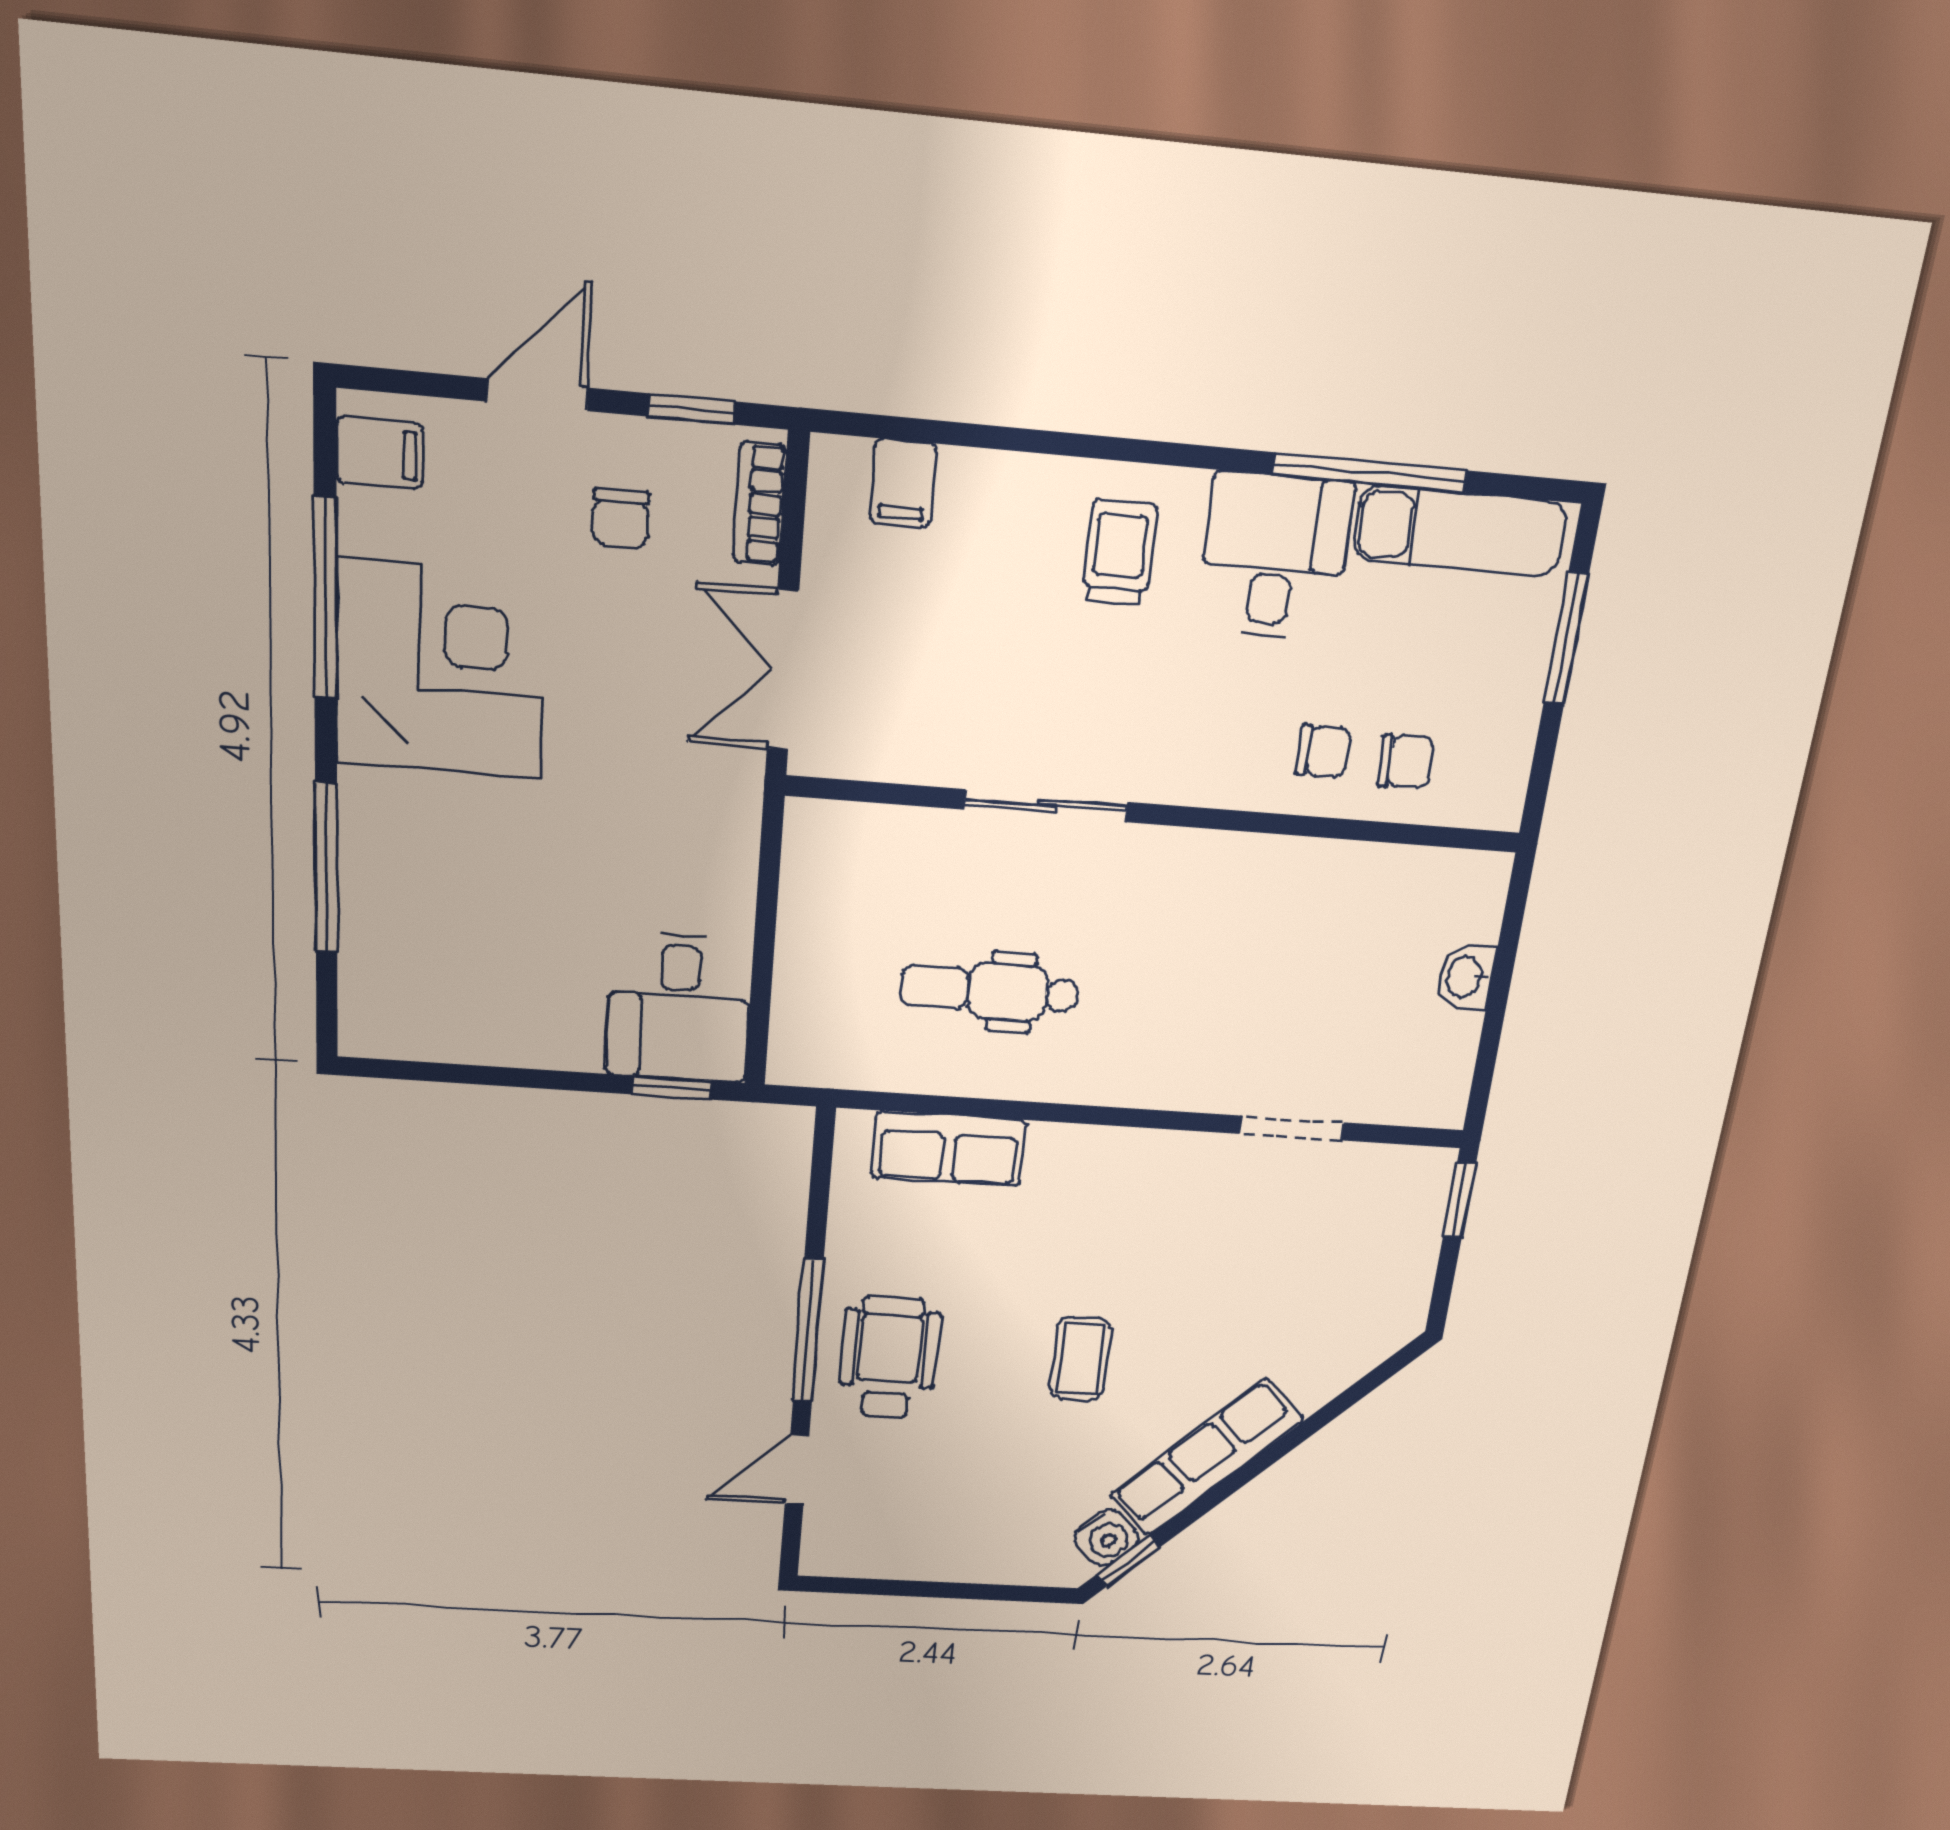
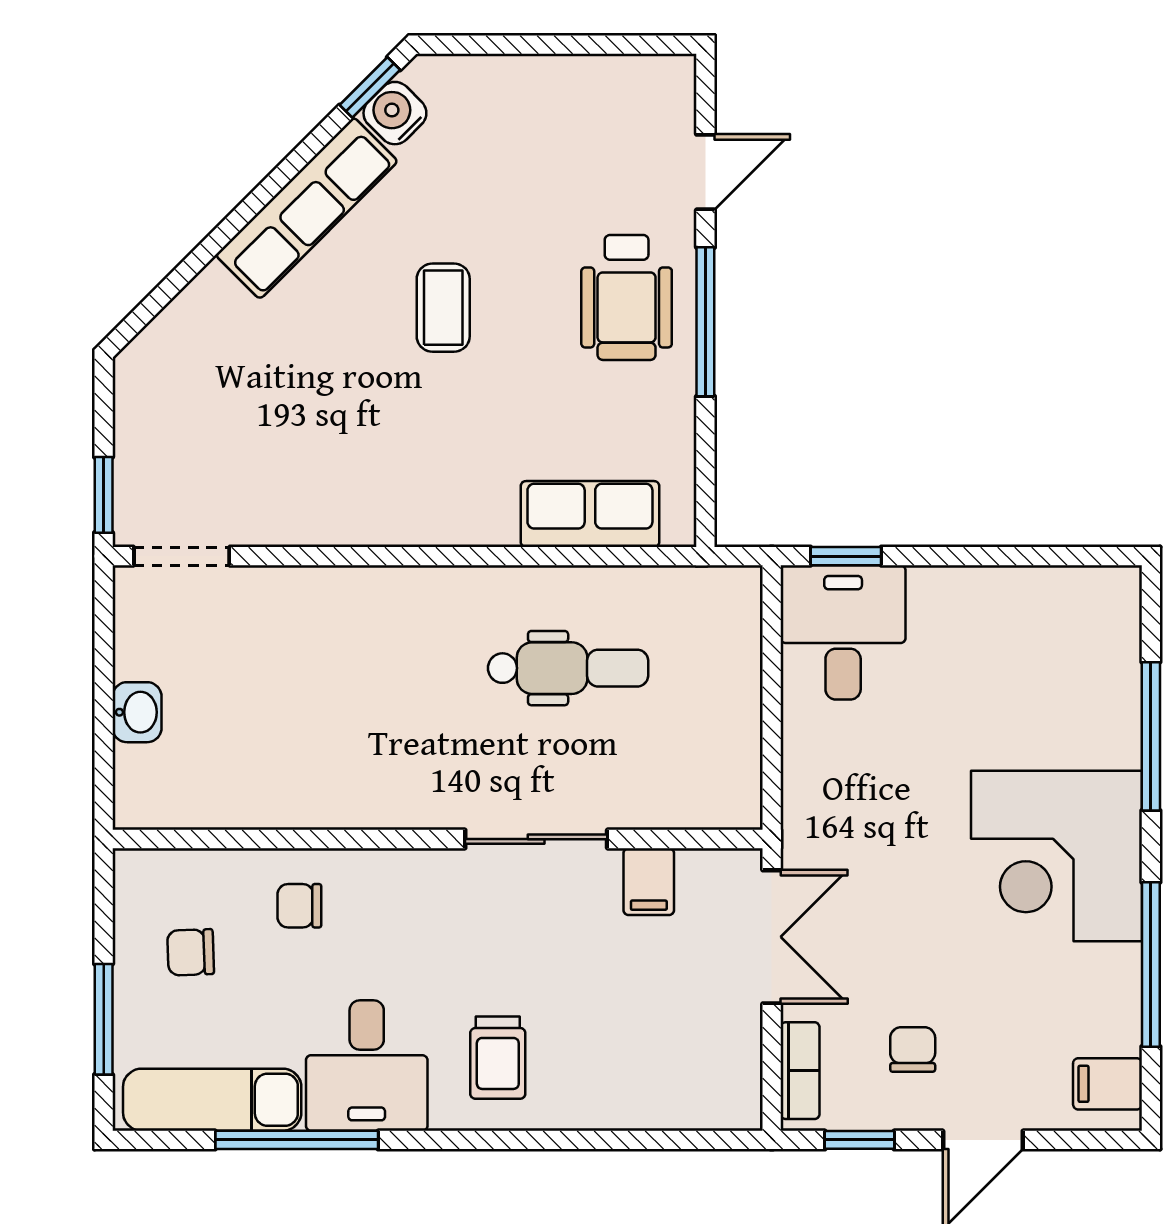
filing cabinet: (903, 483) -> (649, 882), moved, turned 180
corner desk: (441, 670) -> (1056, 856), moved
chair: (1406, 761) -> (191, 952), moved
doorway: (1291, 1128) -> (182, 556), moved

